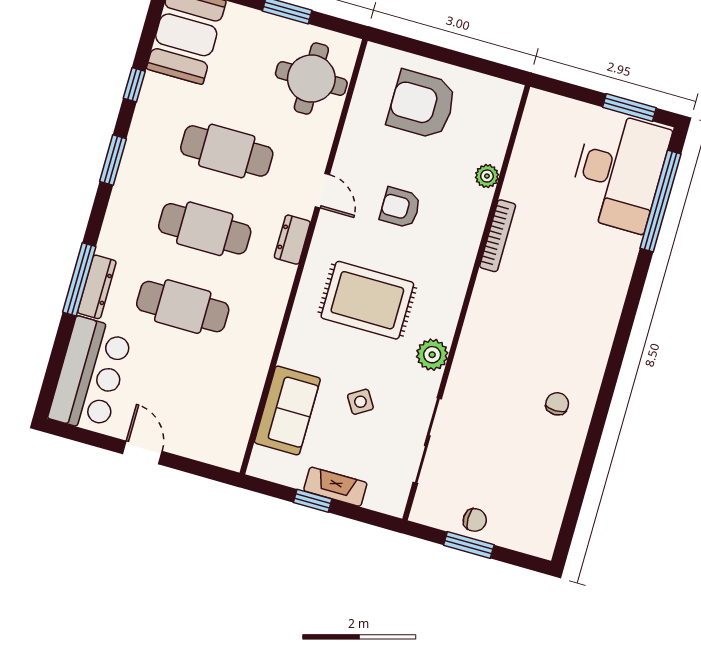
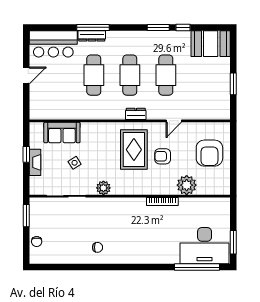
round table: (311, 79) -> (207, 103), removed
armchair: (422, 105) -> (209, 153), turned 180
window: (113, 160) -> (158, 27), moved
plant: (487, 176) -> (187, 185), width x1.88, depth x1.88
door: (322, 191) -> (174, 121), moved
armchair: (400, 208) -> (163, 156), turned -90
rug: (367, 300) -> (134, 150), moved
chair: (475, 520) -> (37, 242), moved
window: (469, 545) -> (26, 216), moved

